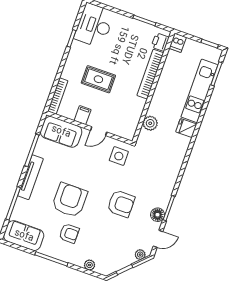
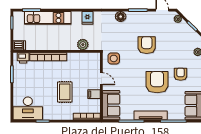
fridge: (186, 128) -> (87, 18), moved
armchair: (70, 200) -> (157, 82), turned 90
floor lamp: (158, 215) -> (121, 17), moved

